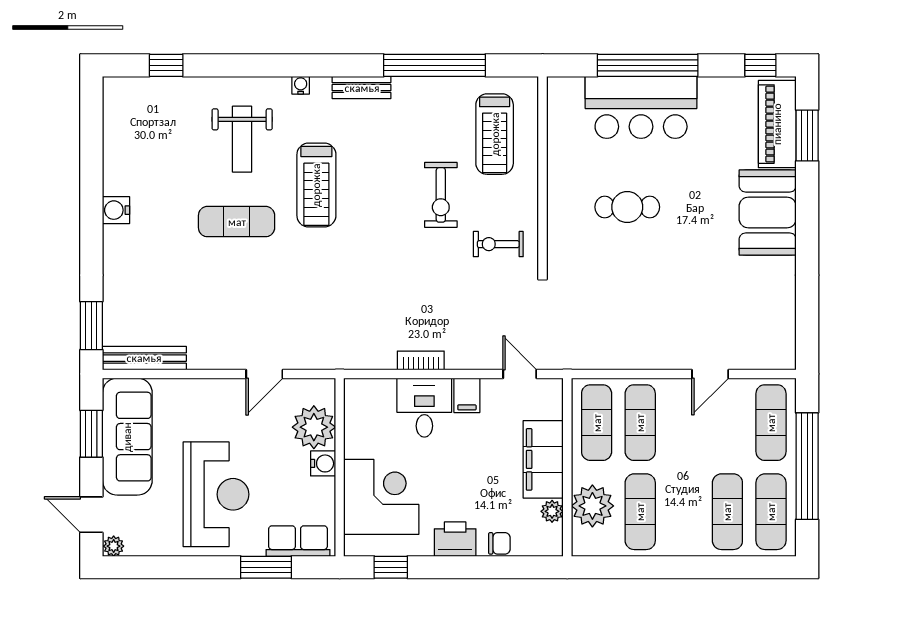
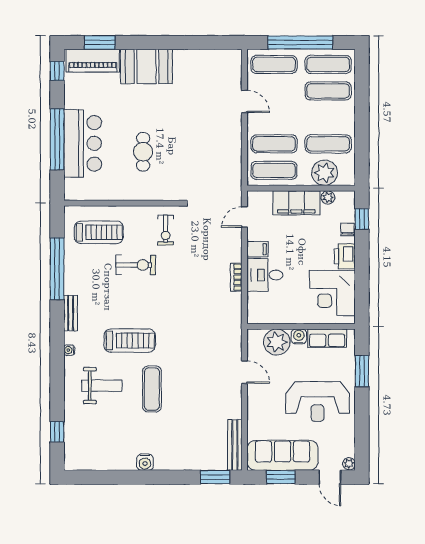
reception desk: (216, 494) -> (318, 402), turned 180
corner desk: (381, 497) -> (332, 293), moved, turned -90
door: (91, 515) -> (330, 477), hinge flipped
row of seats: (298, 541) -> (327, 338), moved, turned -90
window: (391, 567) -> (362, 219), moved

